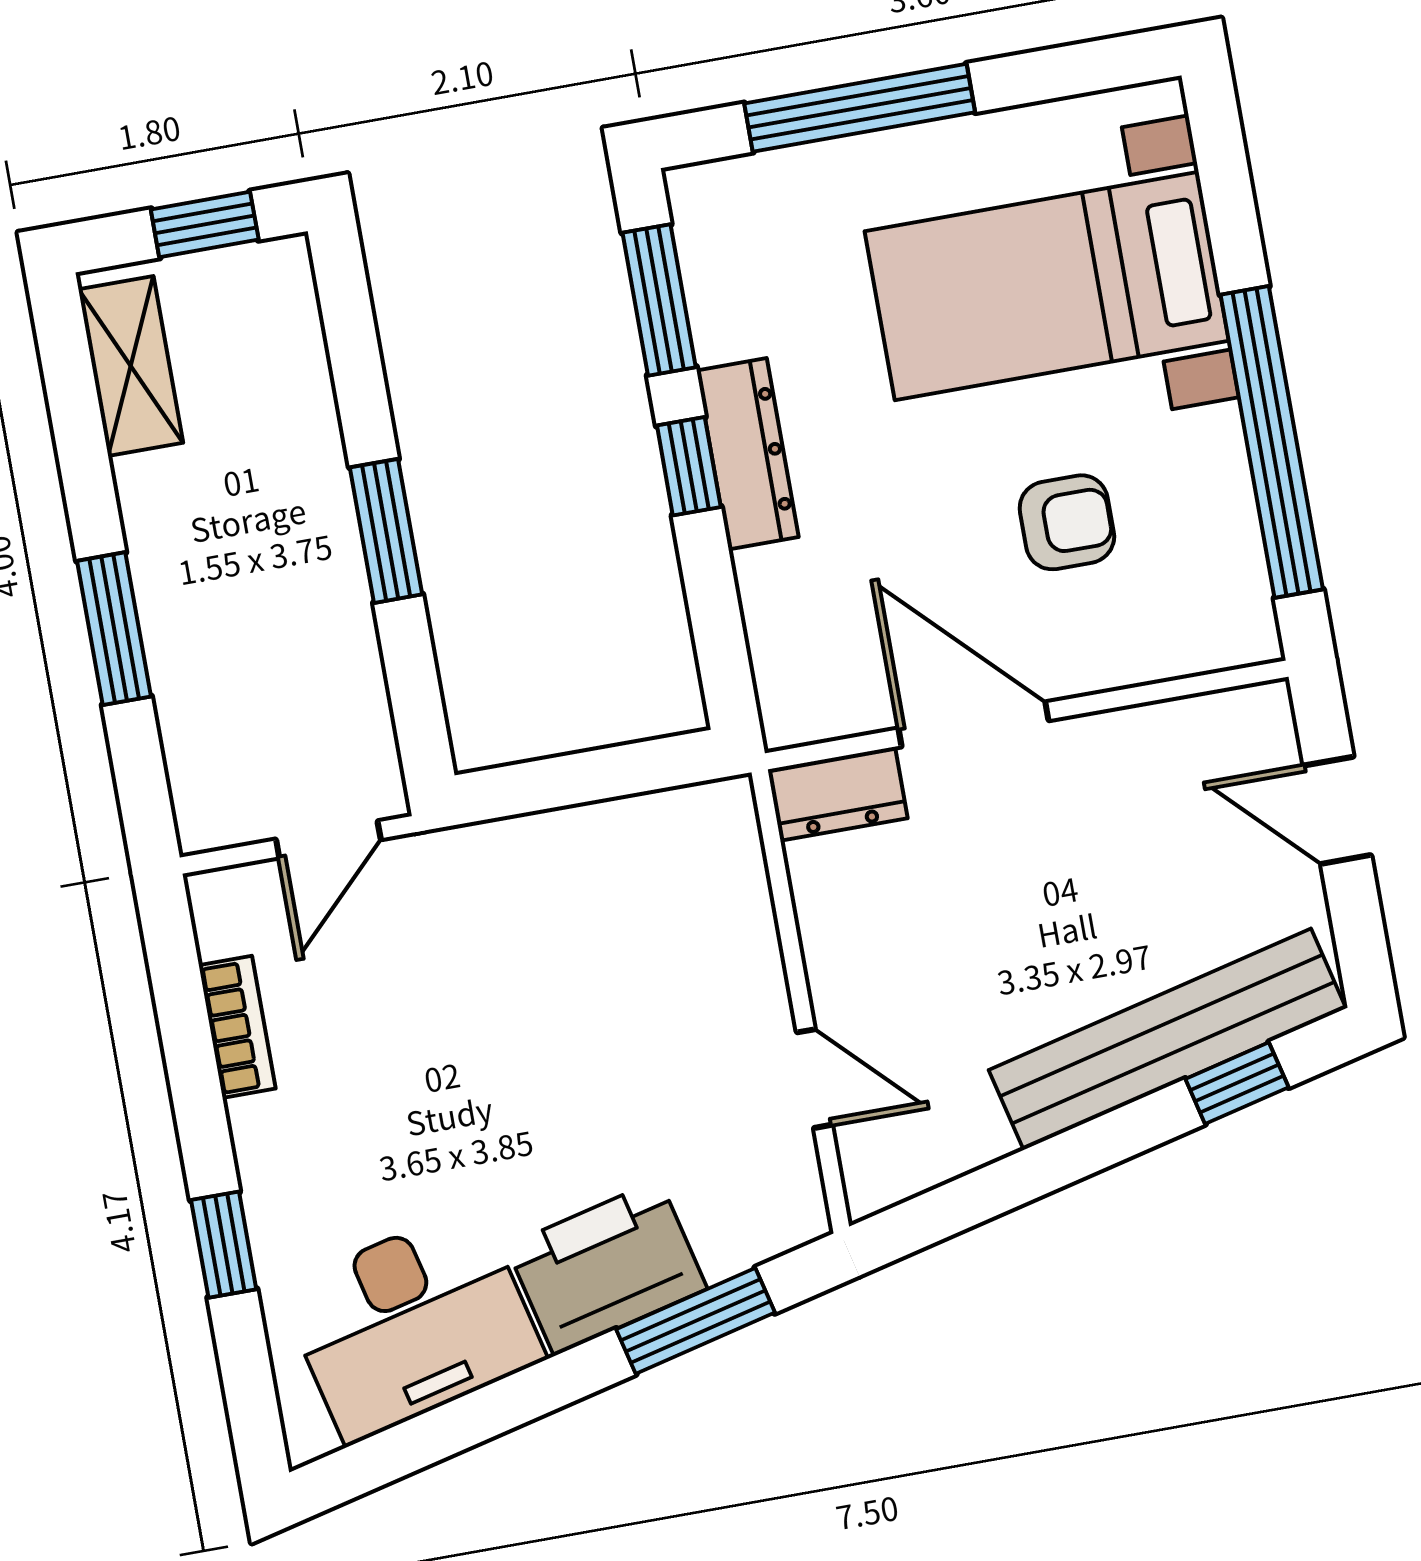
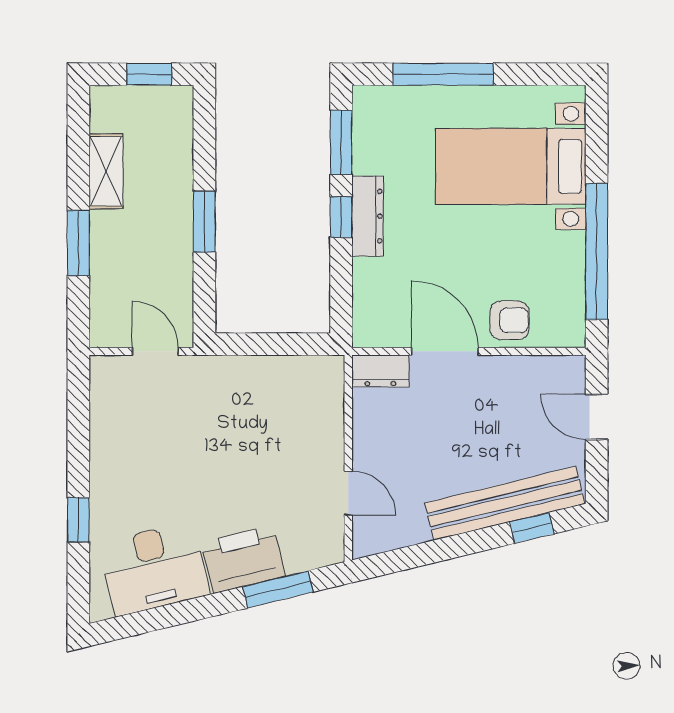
shelving: (131, 366) -> (106, 171), moved
armchair: (1067, 522) -> (509, 320), moved
door: (328, 839) -> (155, 351), swing flipped
bookcase: (237, 1027) -> (101, 426), removed

